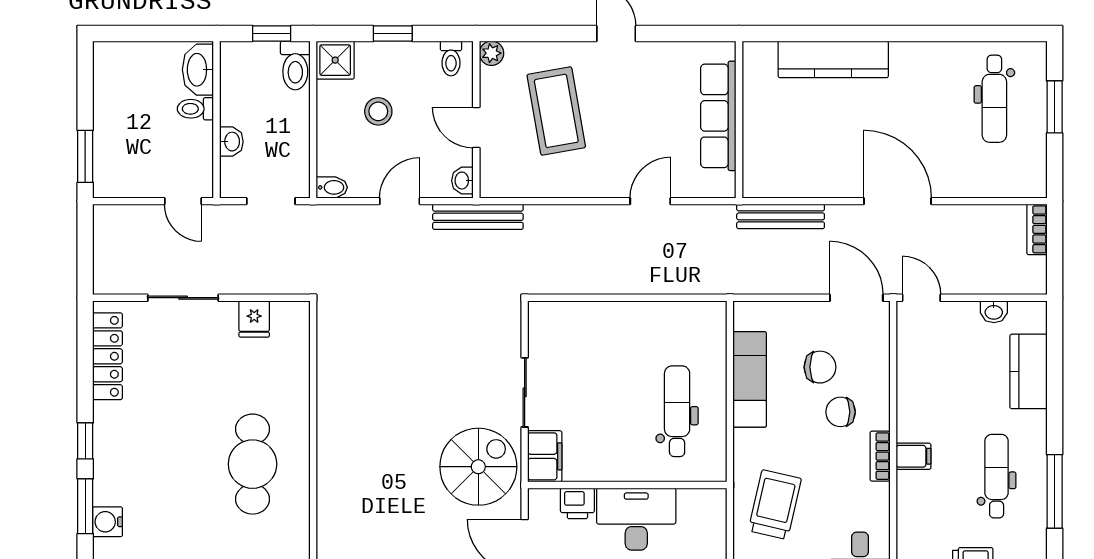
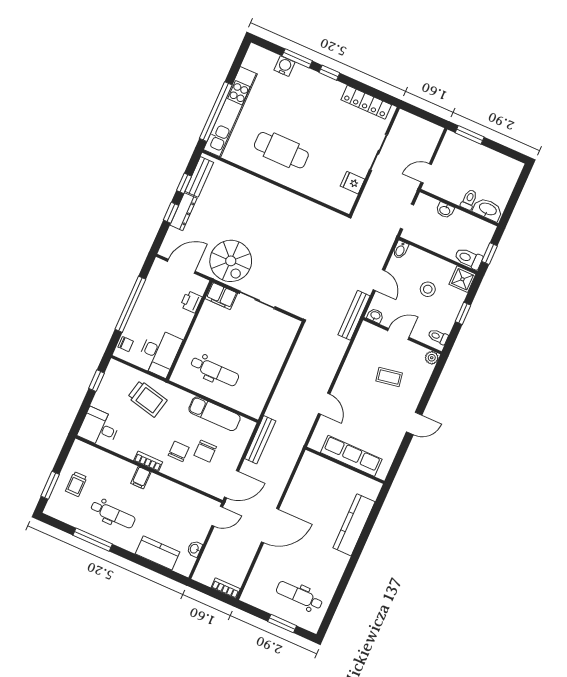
coffee table: (556, 111) -> (389, 377), width x0.54, depth x0.58
bench: (781, 216) -> (260, 440), moved
desk: (636, 519) -> (159, 353), moved

